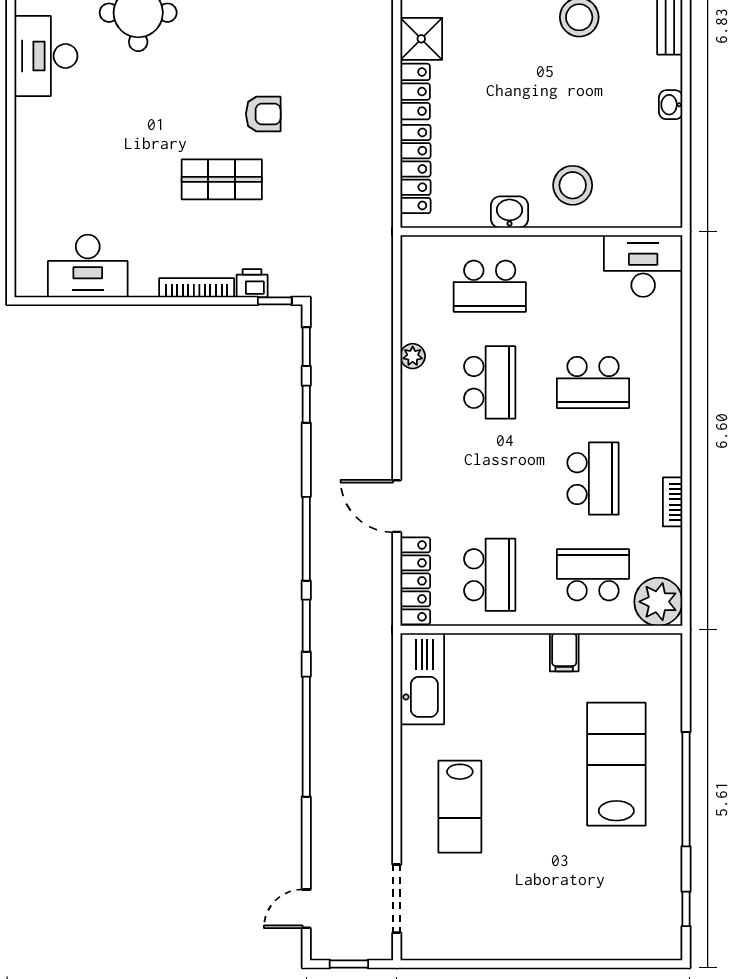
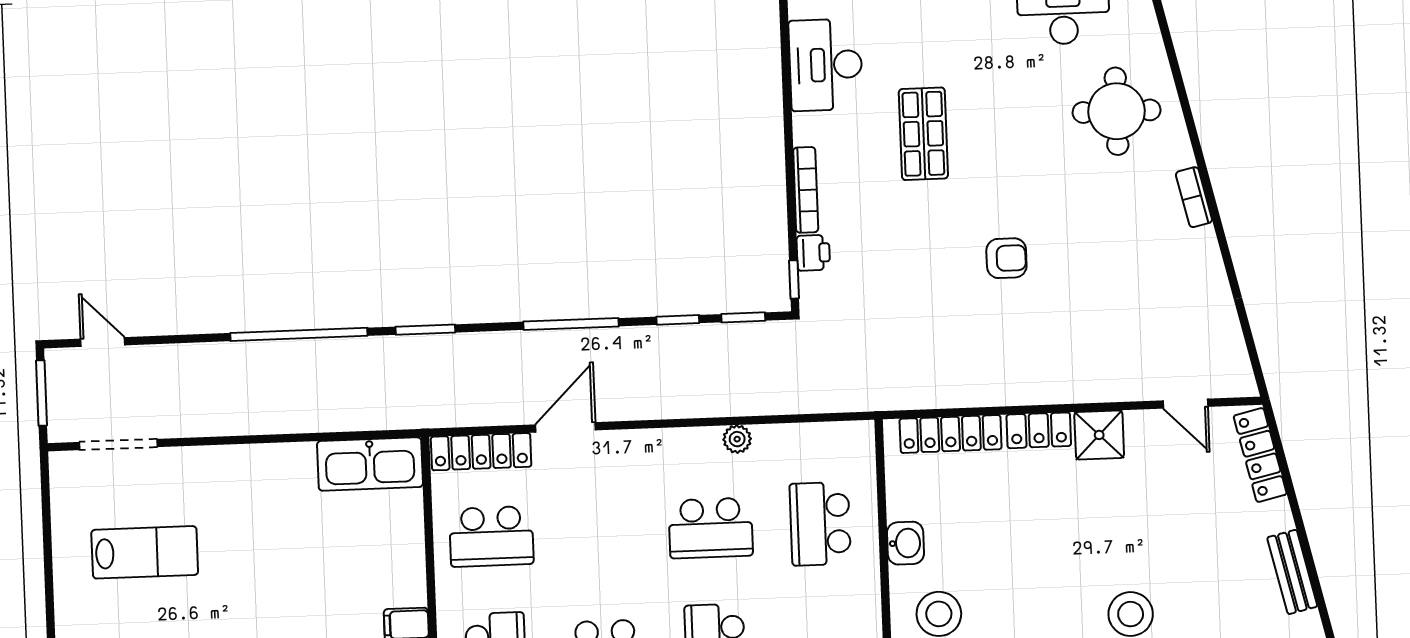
armchair: (263, 114) -> (1006, 258), turned -90
shop shelf: (222, 179) -> (923, 134), moved
window: (306, 539) -> (571, 324), moved
lab bench: (460, 807) -> (145, 552), moved, turned 180
window: (349, 964) -> (42, 393), width x1.50

